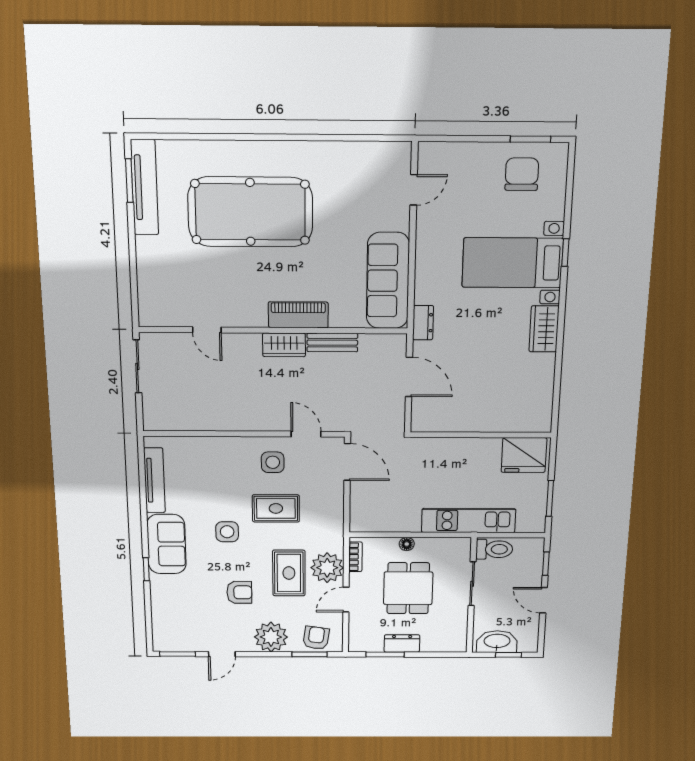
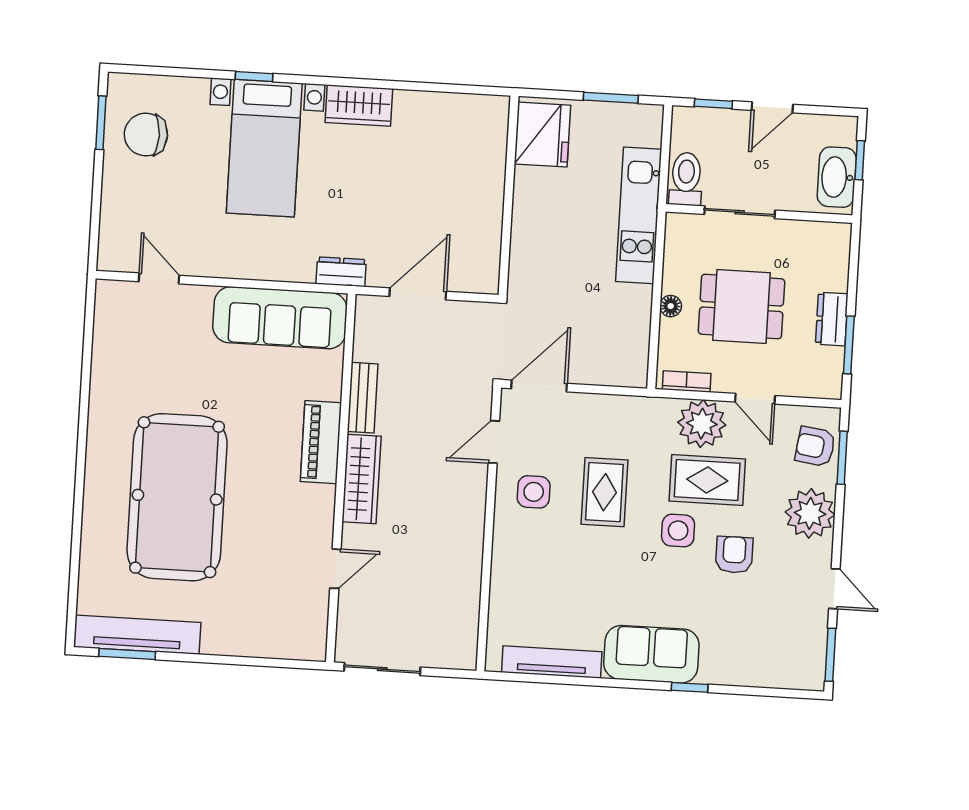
wardrobe: (284, 345) -> (362, 479), width x1.50
side table: (227, 532) -> (678, 531), moved

